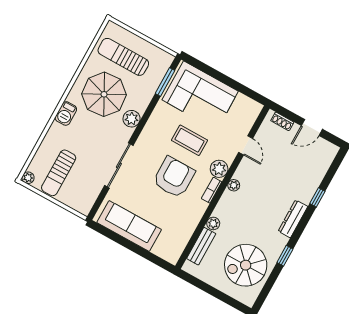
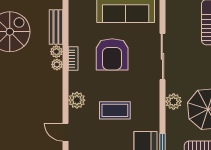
armchair: (174, 177) -> (112, 54), moved
plant: (234, 185) -> (57, 64), moved
bookcase: (212, 190) -> (73, 59), moved

